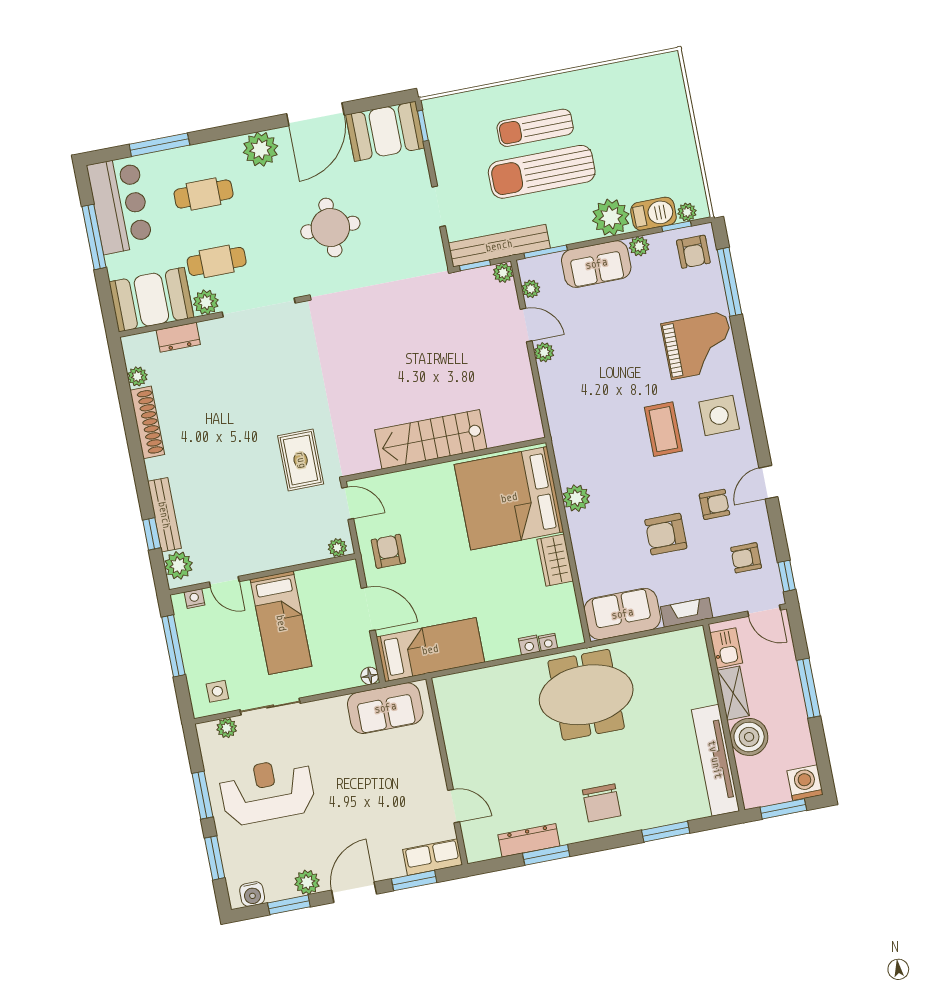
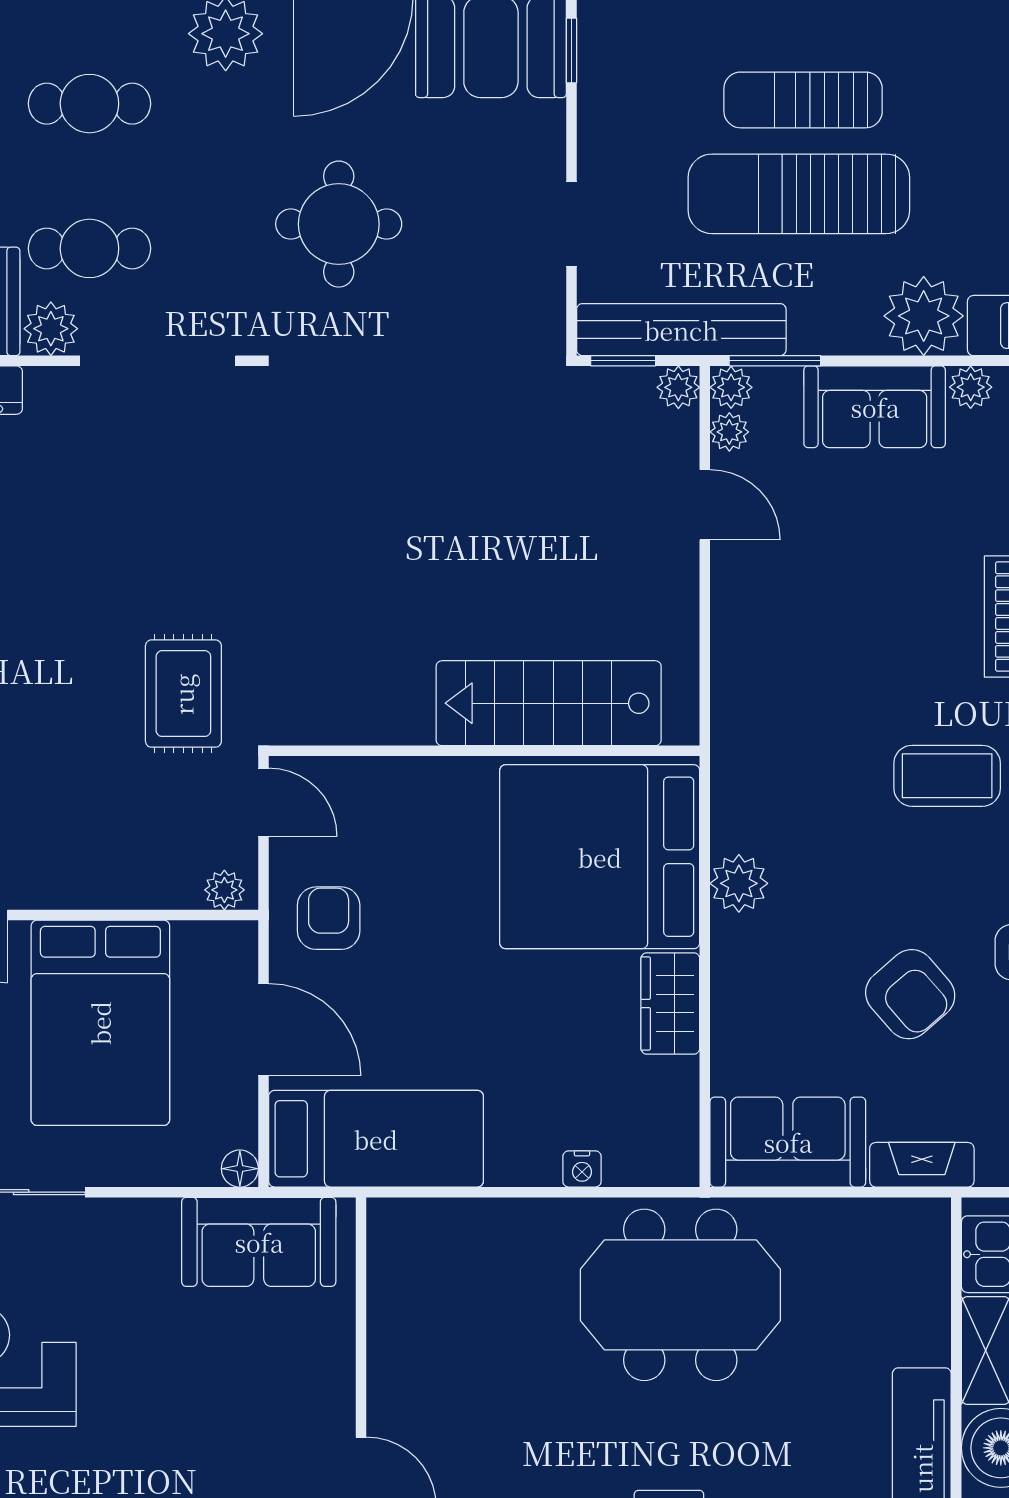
plant: (544, 352) -> (731, 387), moved
coffee table: (663, 429) -> (947, 776), turned 90
stairs: (431, 439) -> (549, 703), moved
armchair: (666, 534) -> (910, 994), turned -131
bed: (281, 623) -> (100, 1023), width x1.50
nightstand: (548, 642) -> (623, 1171), removed

